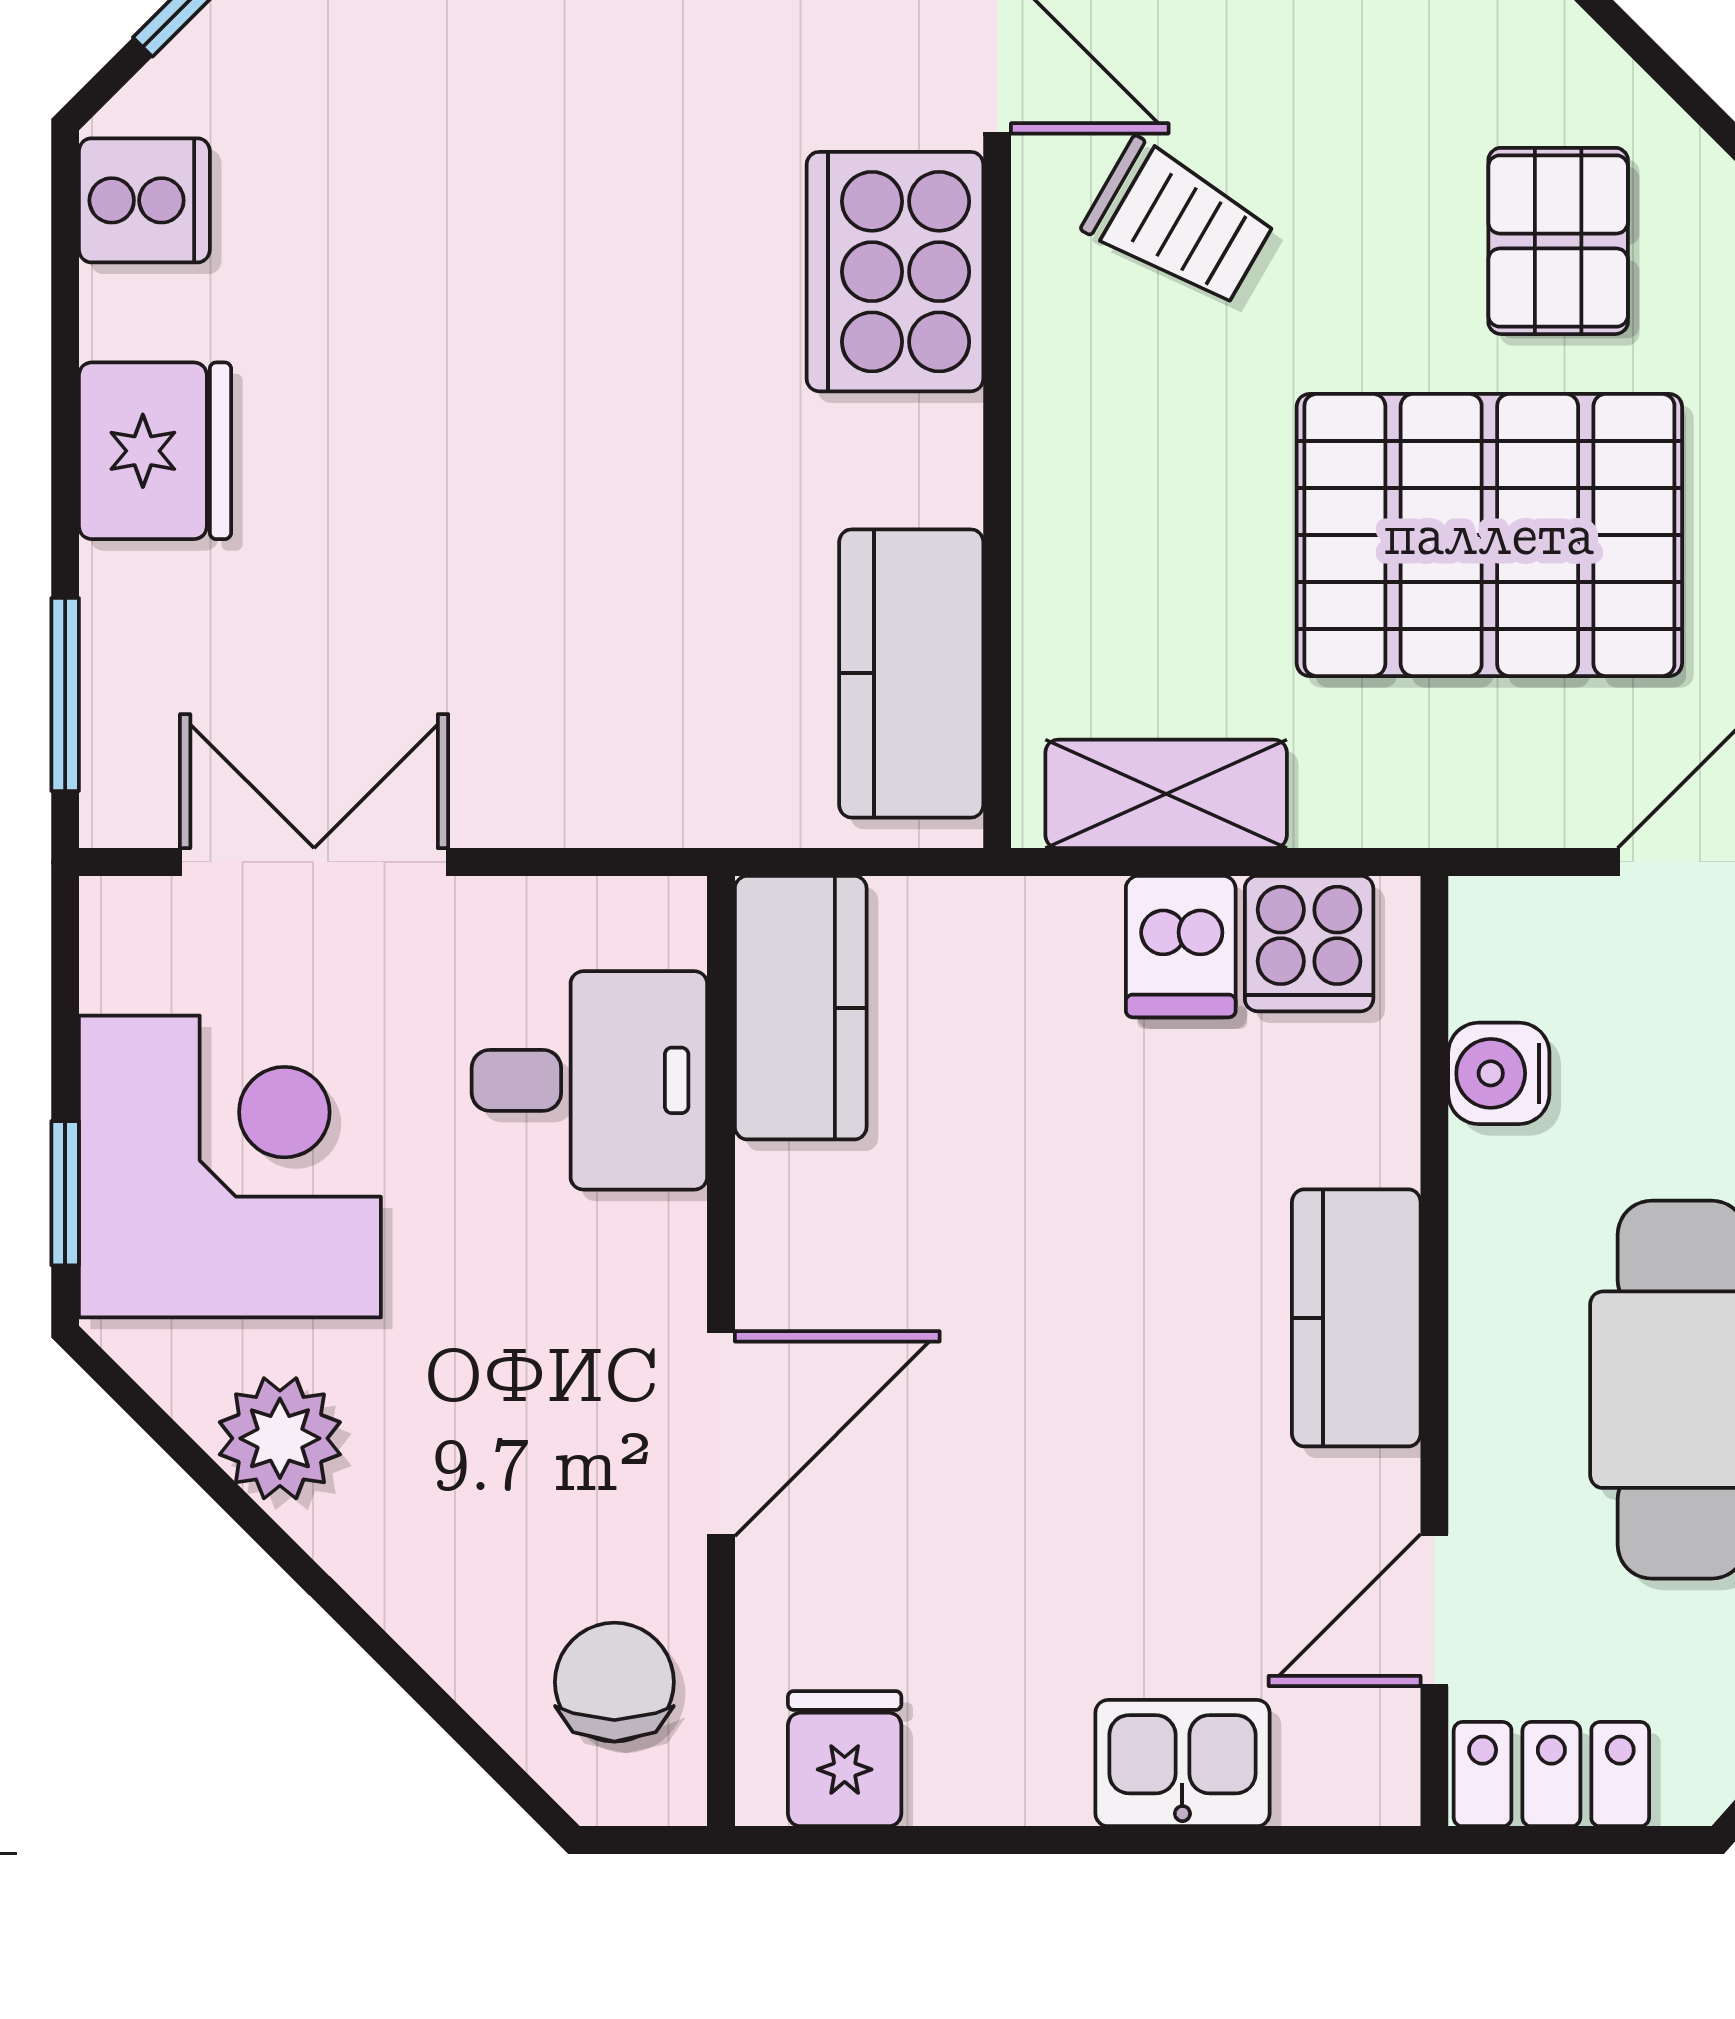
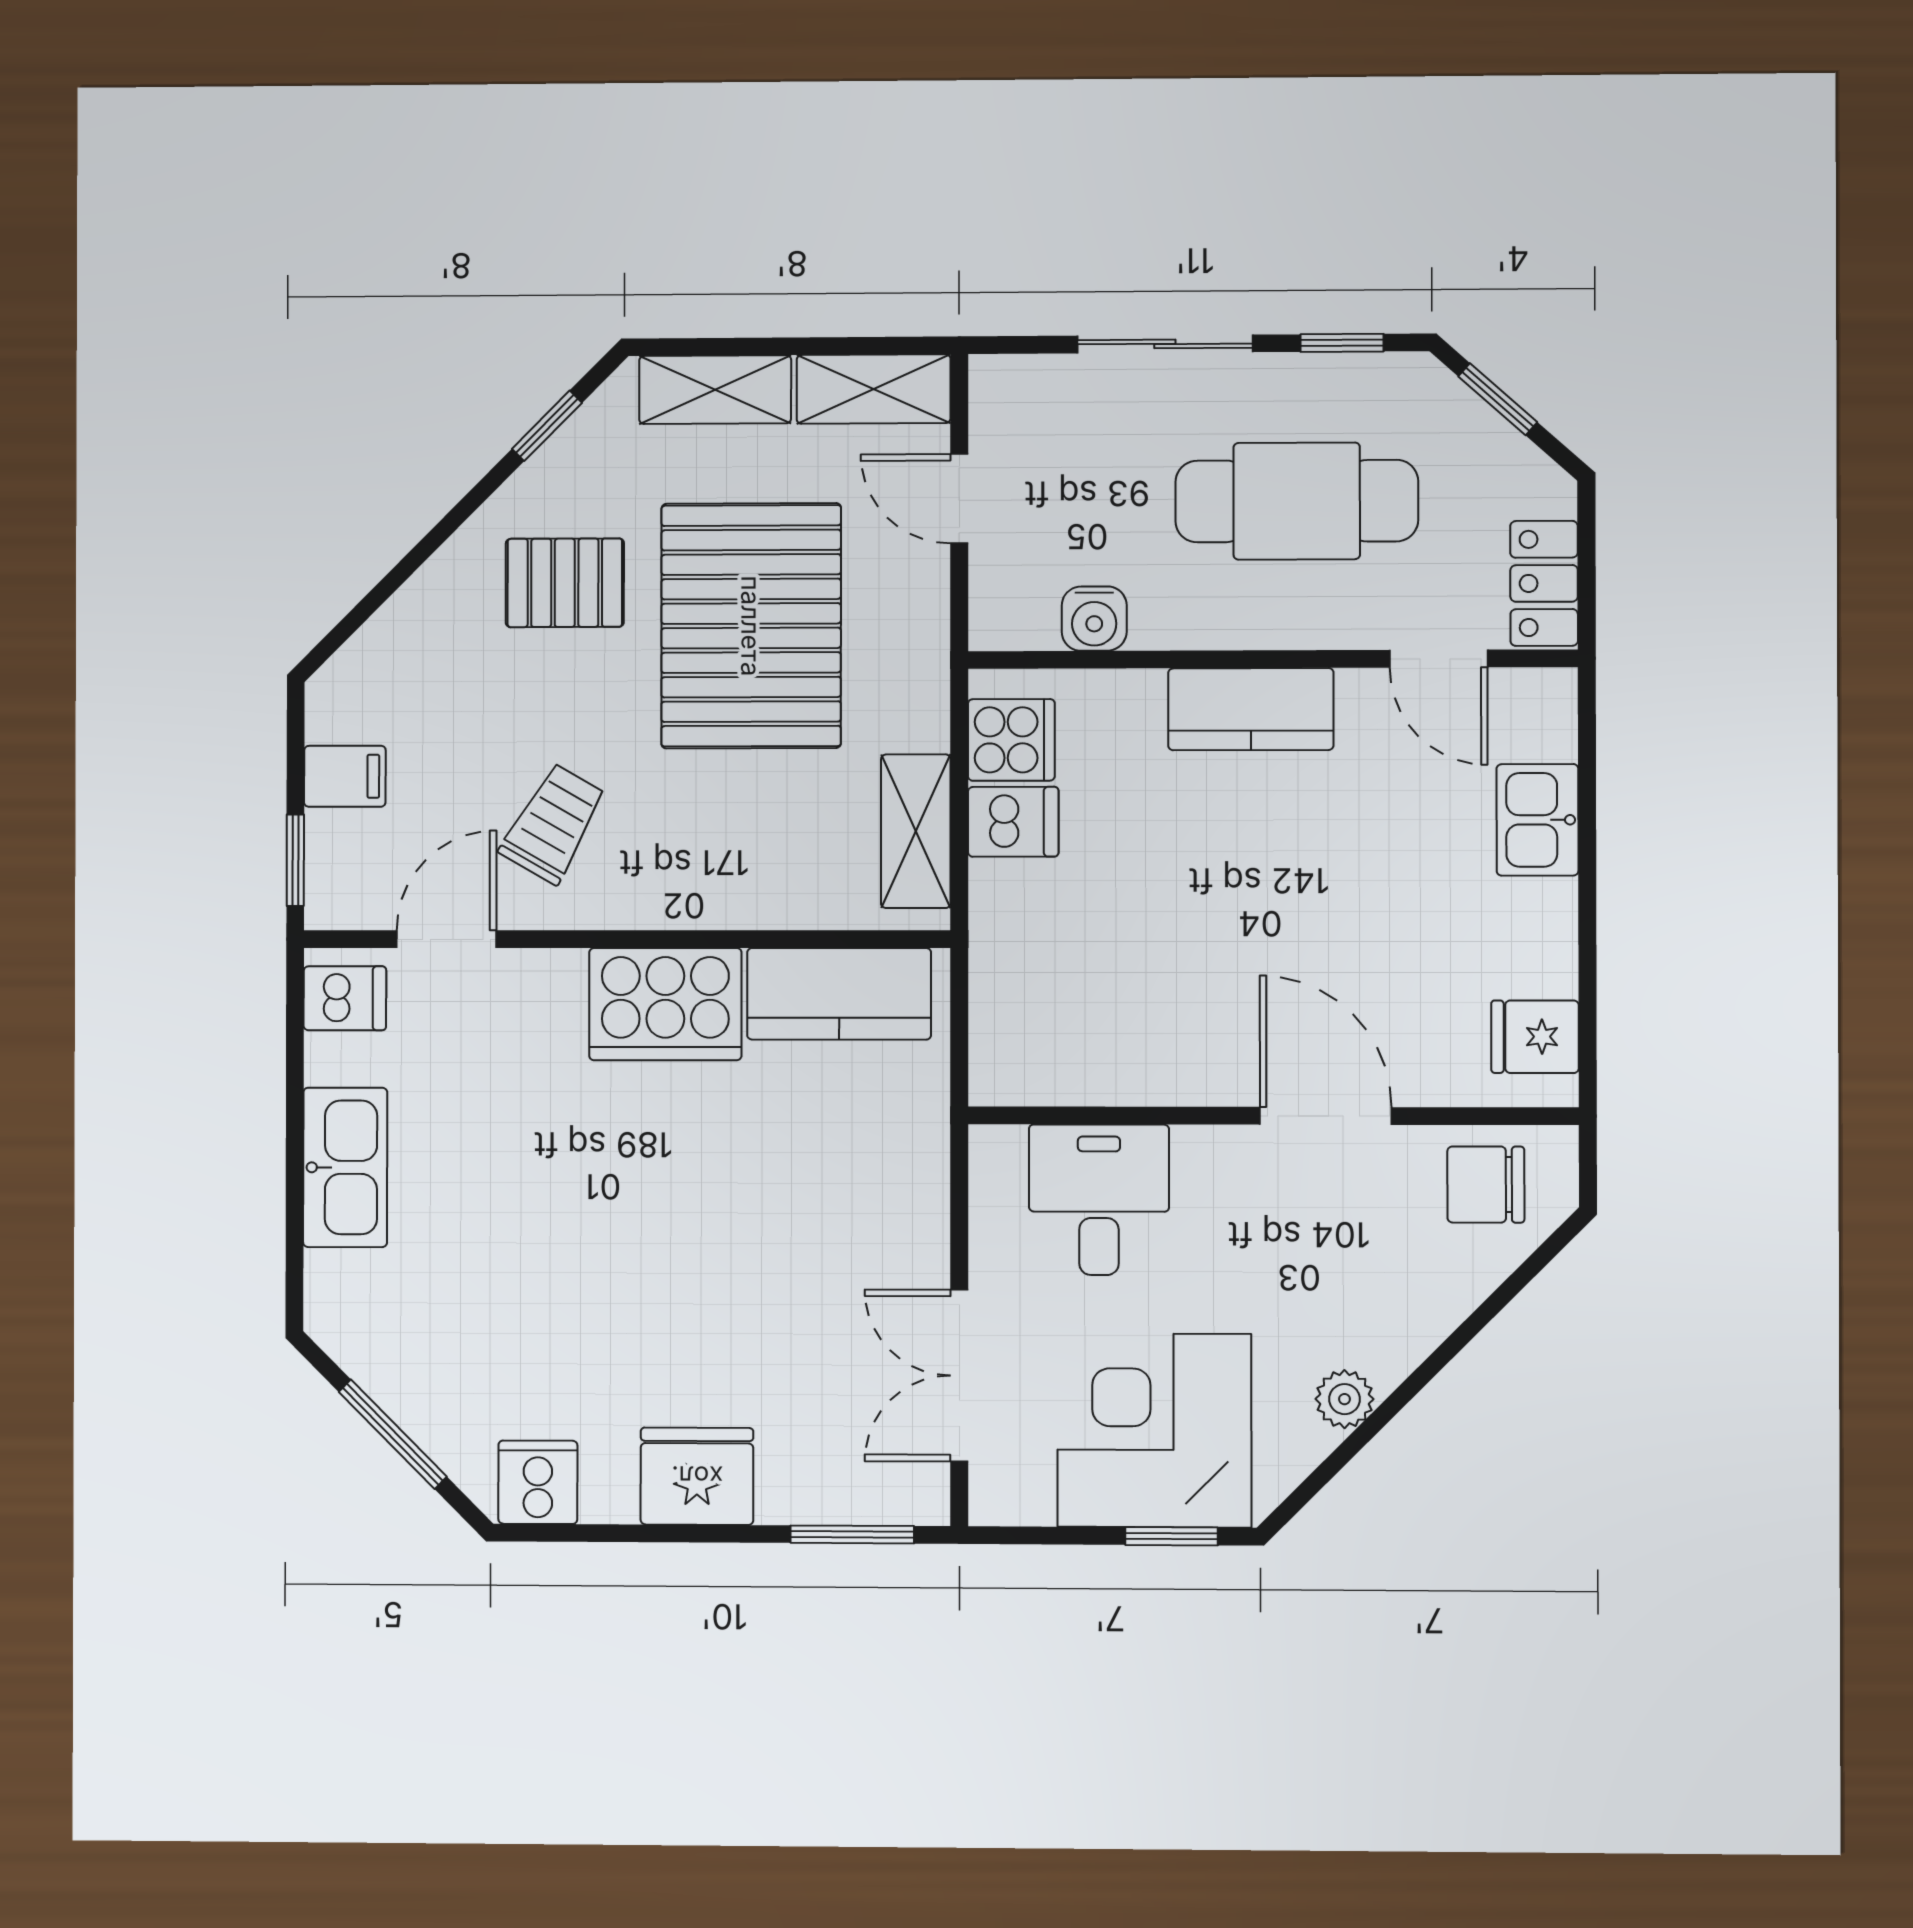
cooker: (895, 272) -> (665, 1004), moved
kitchen counter: (801, 1008) -> (1052, 1064), removed
plant: (280, 1438) -> (1345, 1399), width x0.73, depth x0.73

